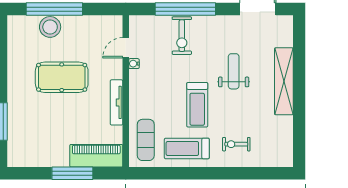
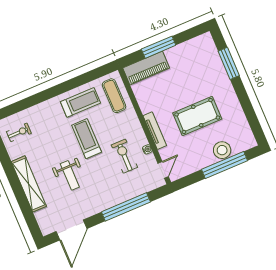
exercise bike: (182, 36) -> (124, 156), moved
door: (126, 48) -> (163, 170), moved
tv unit: (117, 102) -> (155, 131), moved
exercise bike: (236, 144) -> (19, 132), moved

